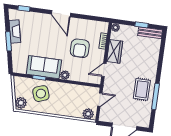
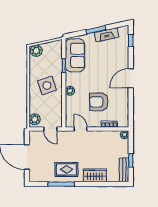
wardrobe: (115, 51) -> (95, 175), moved, turned 180
sofa: (44, 67) -> (75, 55), moved
side table: (41, 94) -> (47, 85), moved

